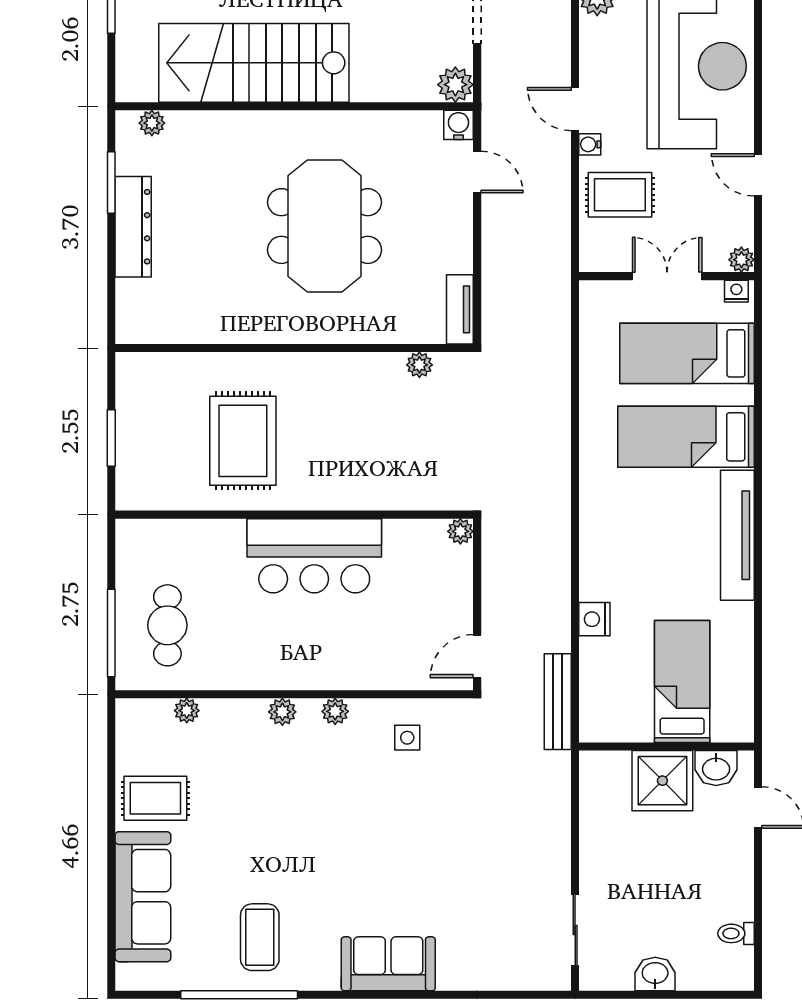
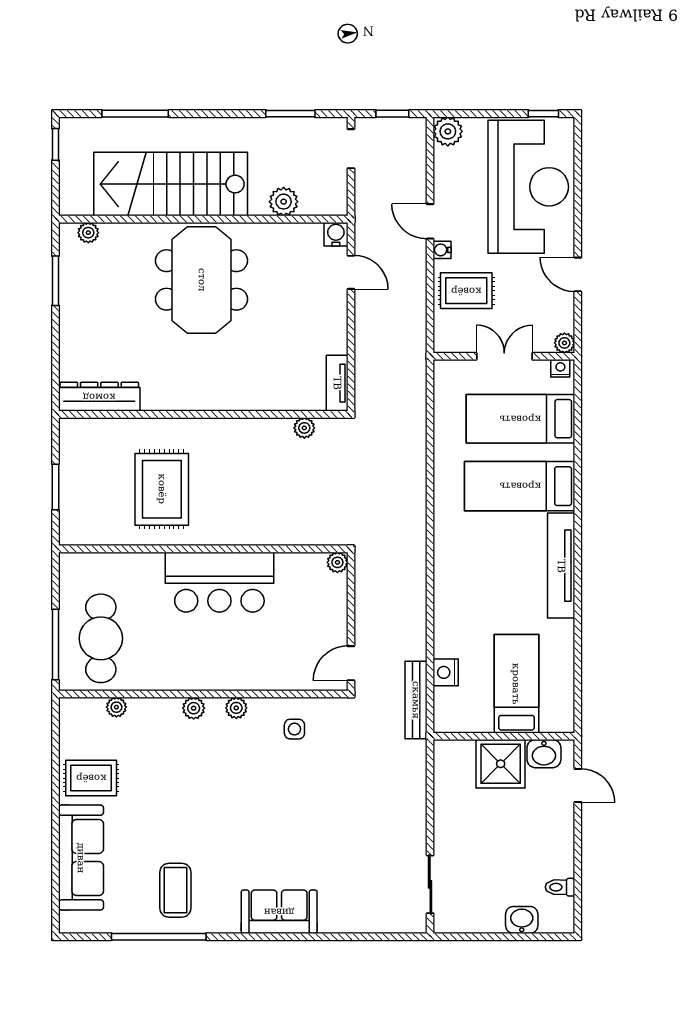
plant: (455, 85) -> (284, 202), moved
meeting table: (325, 226) -> (202, 280), moved
dresser: (133, 227) -> (99, 397), moved, turned -90
nightstand: (594, 619) -> (446, 672), moved
cafe table: (167, 625) -> (101, 638), width x1.37, depth x1.35
washbasin: (655, 974) -> (522, 920), moved

